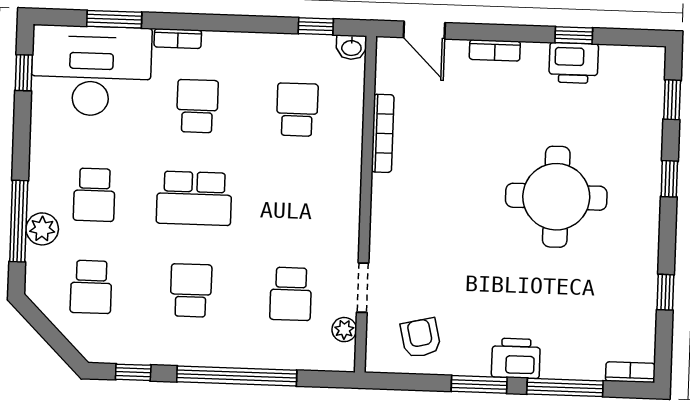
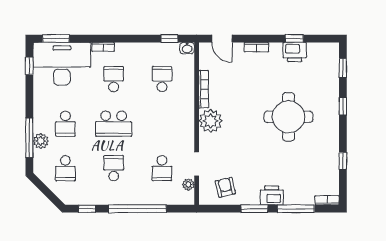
window: (114, 19) -> (56, 39), moved
plant: (395, 200) -> (211, 121), added

